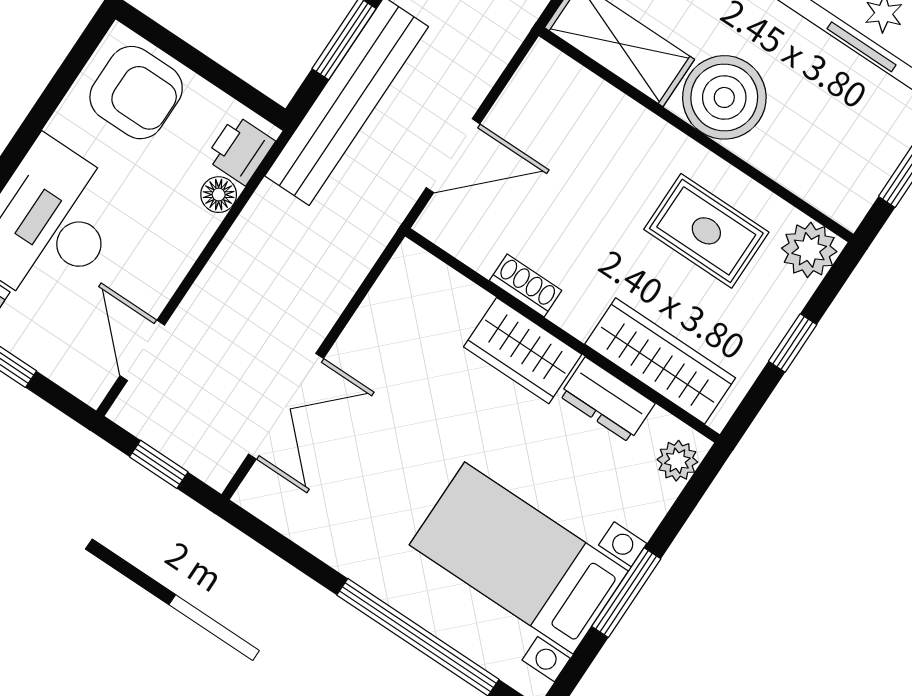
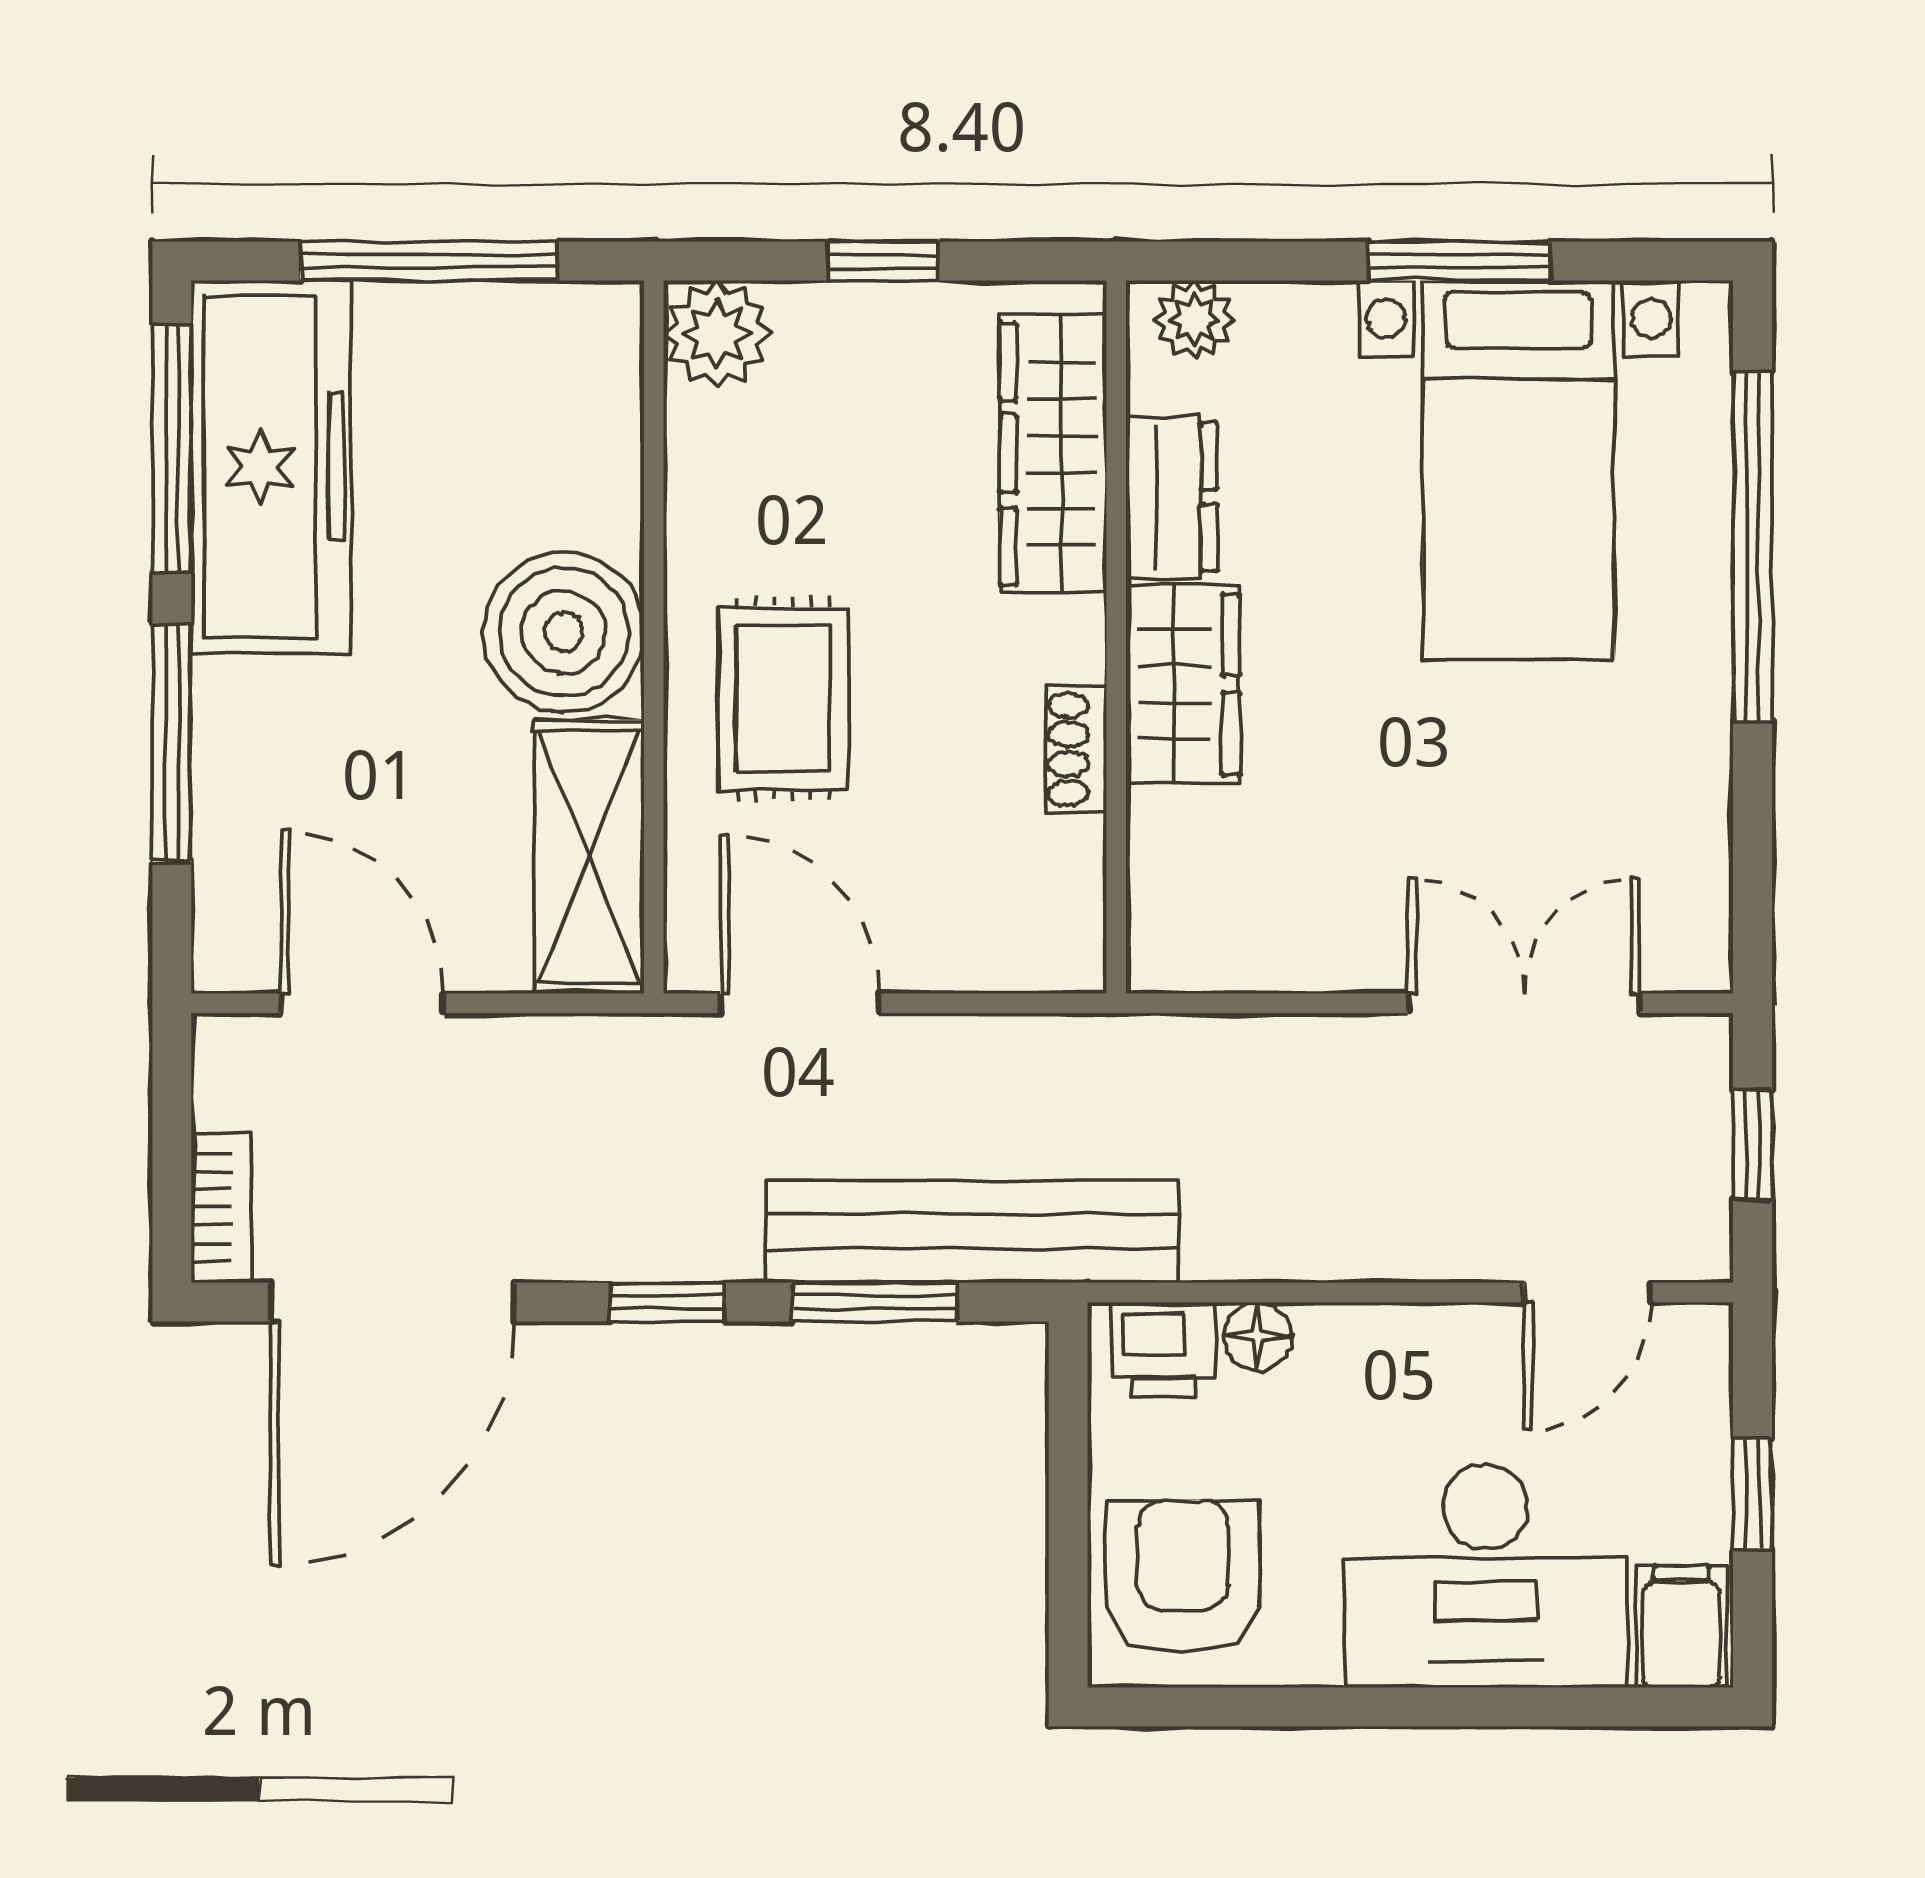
door: (453, 156) -> (800, 1003), moved
rug: (706, 231) -> (783, 699), moved

